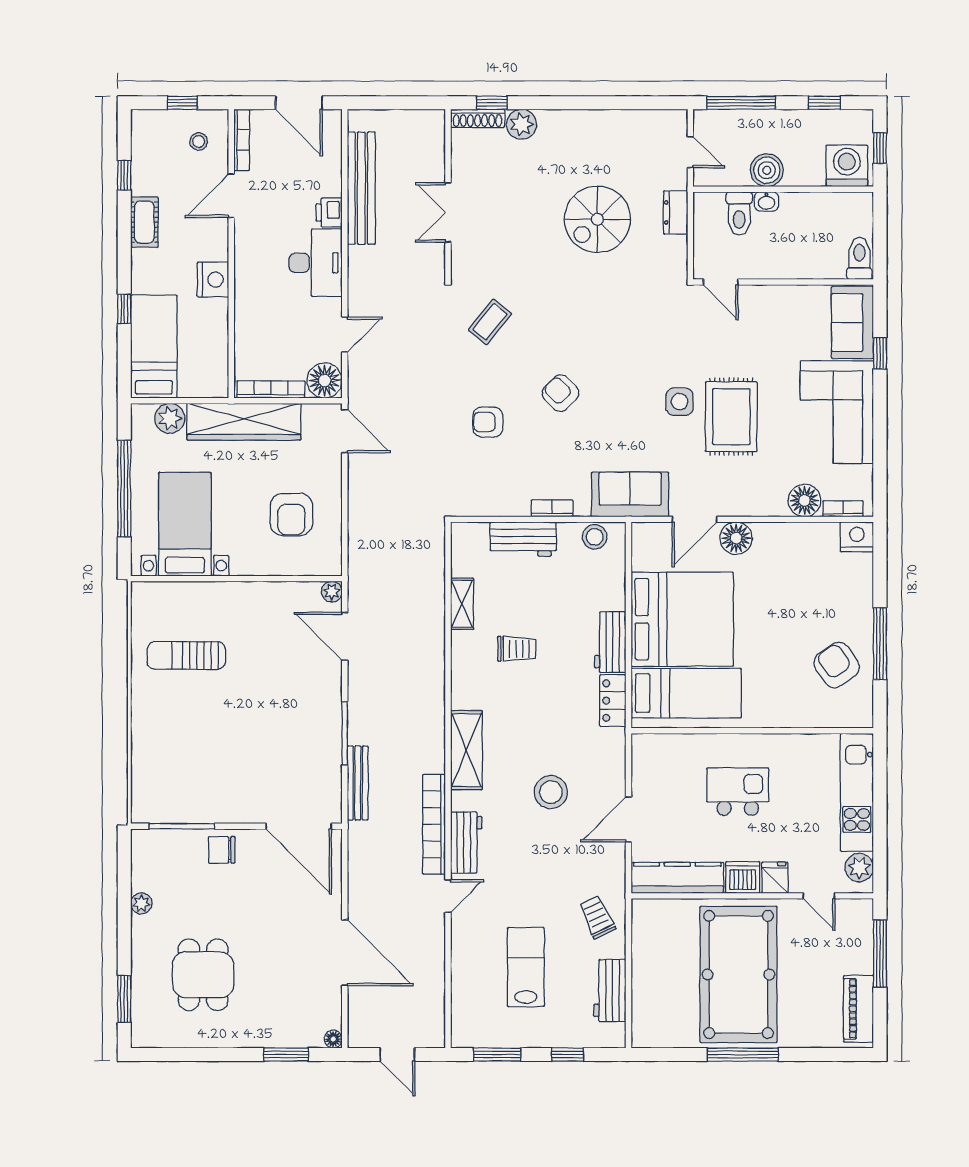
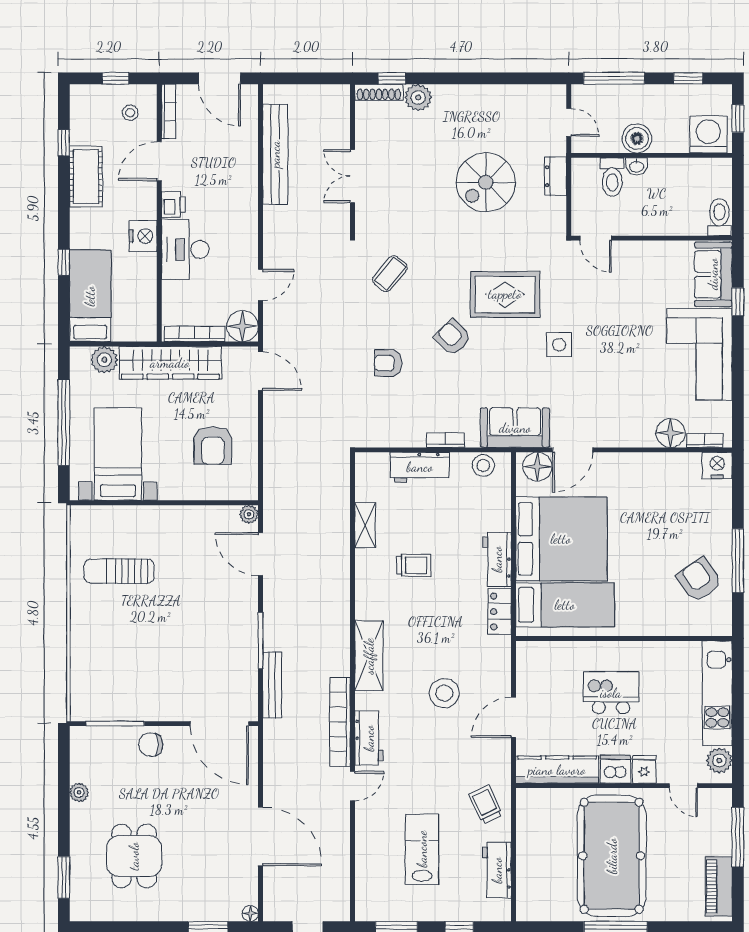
printer: (329, 213) -> (173, 205), moved, turned 180
cot: (144, 222) -> (86, 177), width x1.37, depth x1.34
desk: (316, 263) -> (185, 249), moved, turned 180
rug: (731, 417) -> (505, 294), moved, turned 90
floor lamp: (736, 538) -> (537, 467), moved

